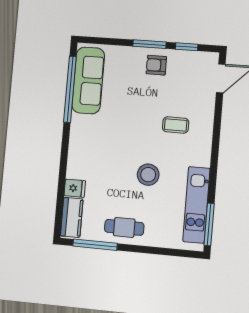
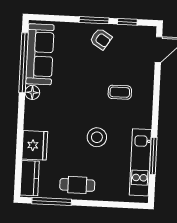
armchair: (156, 65) -> (101, 39), turned -148
floor lamp: (78, 122) -> (32, 92), added
fridge: (75, 188) -> (35, 145), width x1.88, depth x1.34
window: (209, 224) -> (153, 156), moved

